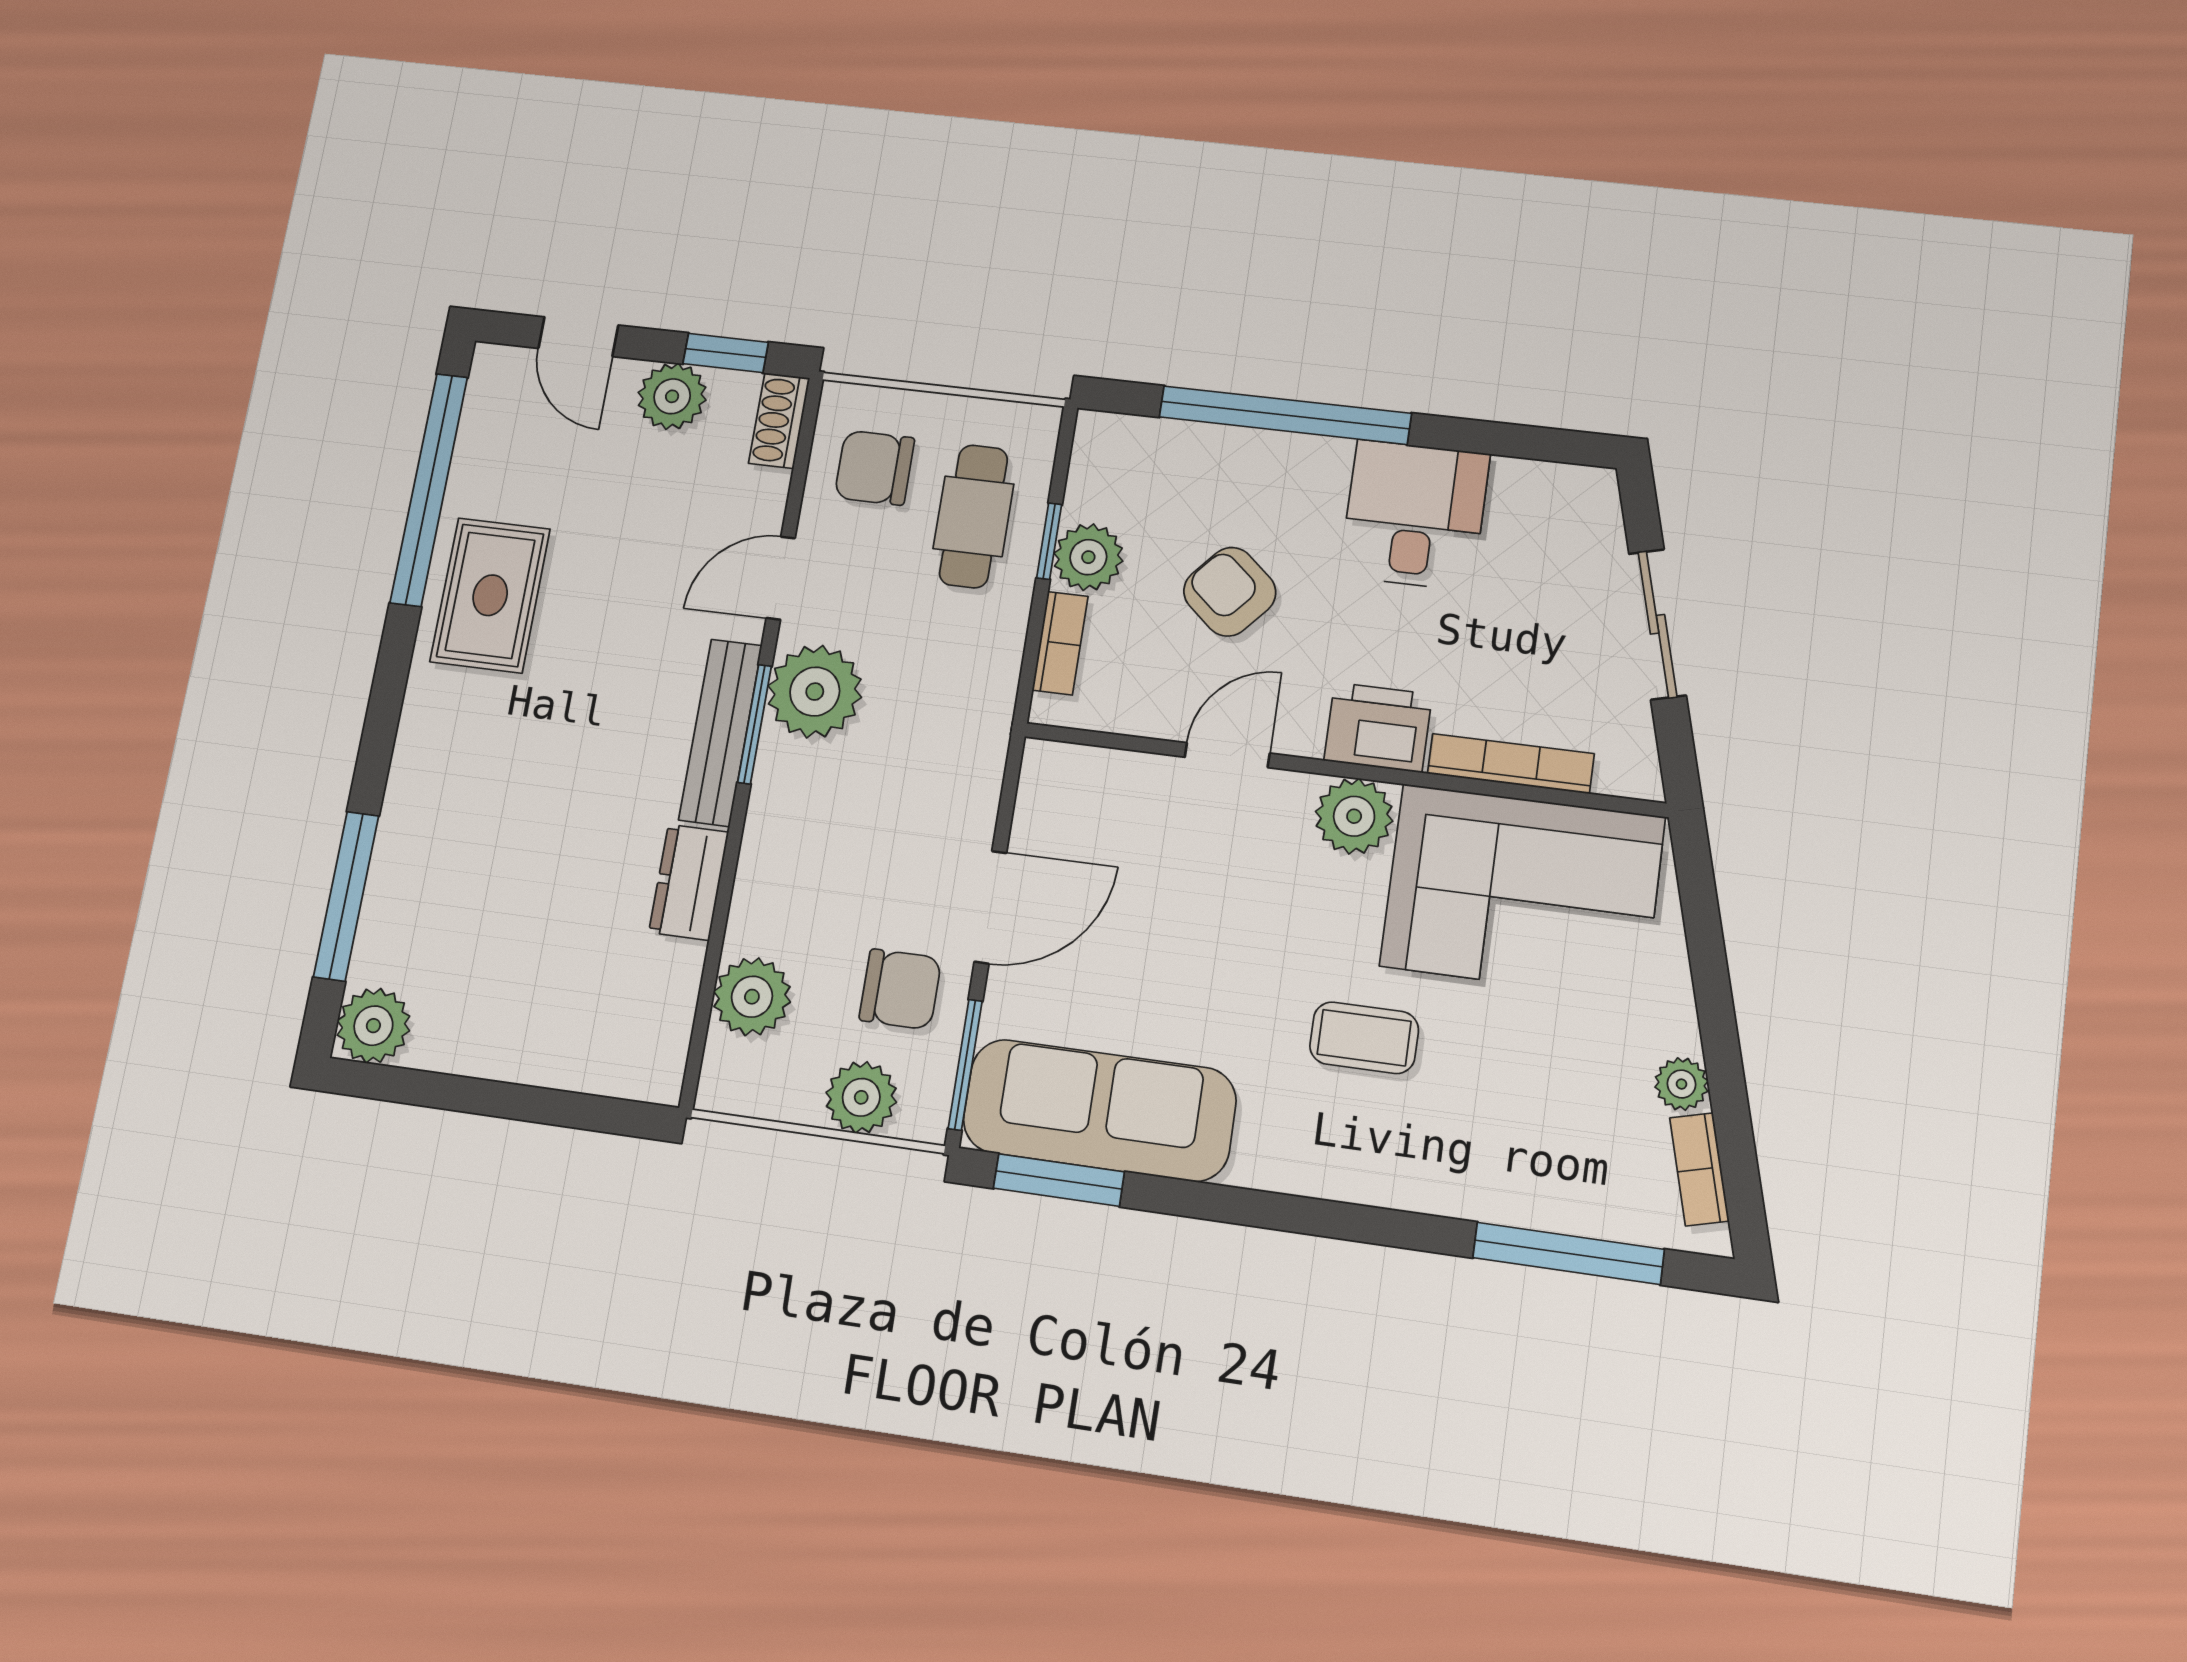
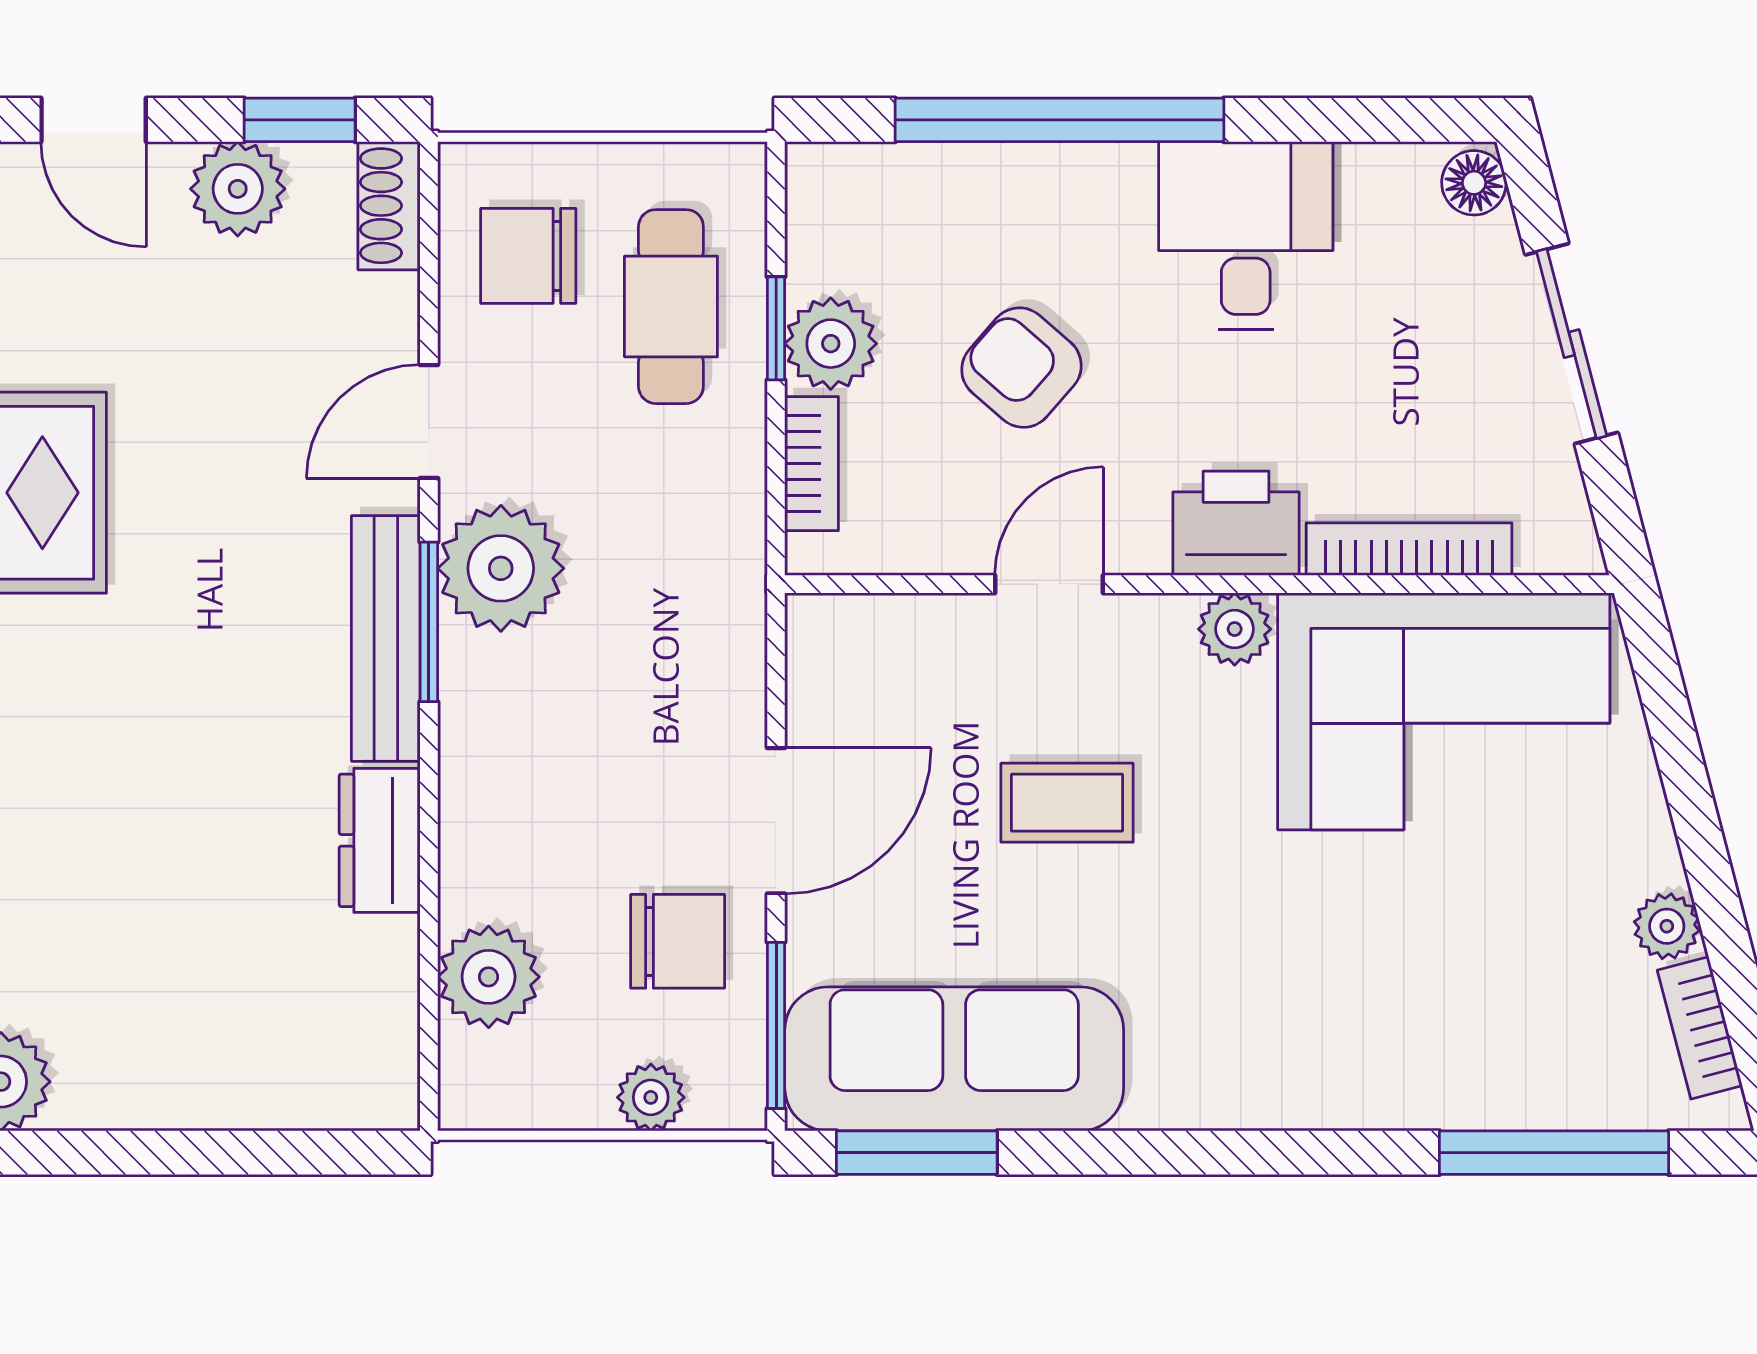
floor lamp: (1596, 496) -> (1474, 183), added
plant: (1354, 816) -> (1235, 629), width x0.73, depth x0.73
coffee table: (1364, 1038) -> (1067, 803), moved
plant: (861, 1097) -> (651, 1097), width x0.73, depth x0.73

